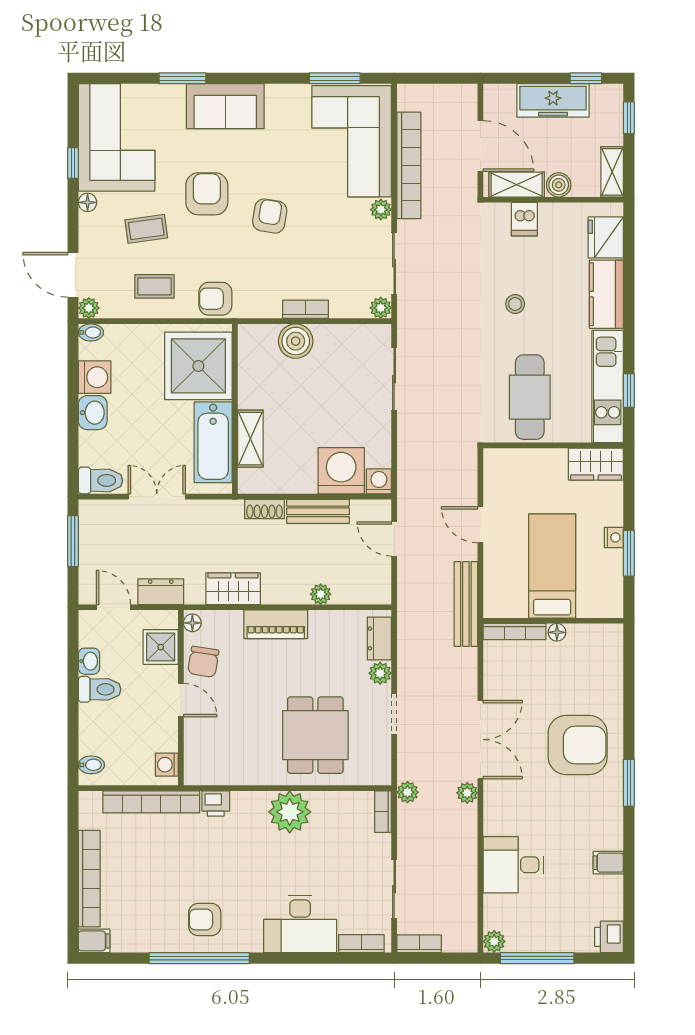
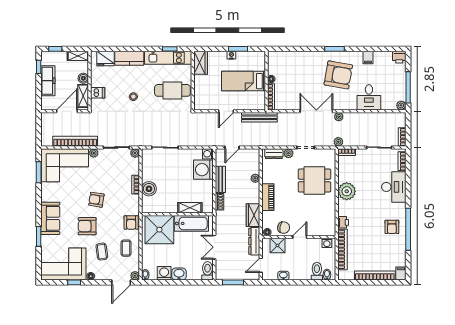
dresser: (161, 592) -> (254, 241), width x1.44
toilet: (100, 689) -> (317, 271), moved
armchair: (578, 745) -> (338, 75), moved, turned 100

